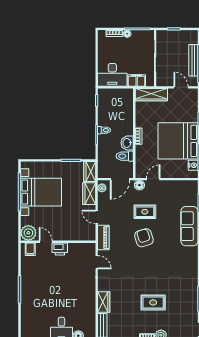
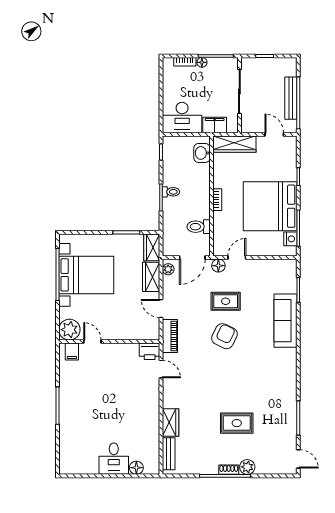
washbasin: (127, 143) -> (202, 153), moved
armchair: (144, 238) -> (224, 336), turned 43
printer: (60, 249) -> (150, 351), moved

